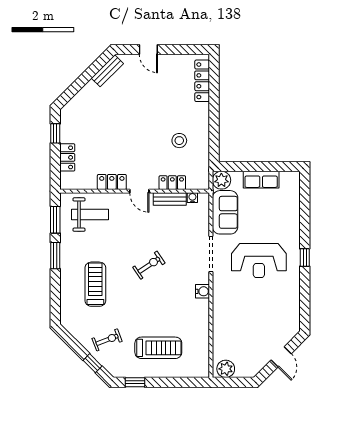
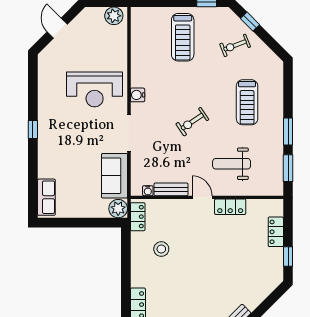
row of seats: (261, 180) -> (46, 197), moved, turned 90
locker: (172, 183) -> (138, 217), moved, turned -90
weight bench: (90, 215) -> (232, 164), moved
reception desk: (259, 261) -> (95, 89), moved, turned 180
treadmill: (158, 348) -> (183, 37), turned -90

